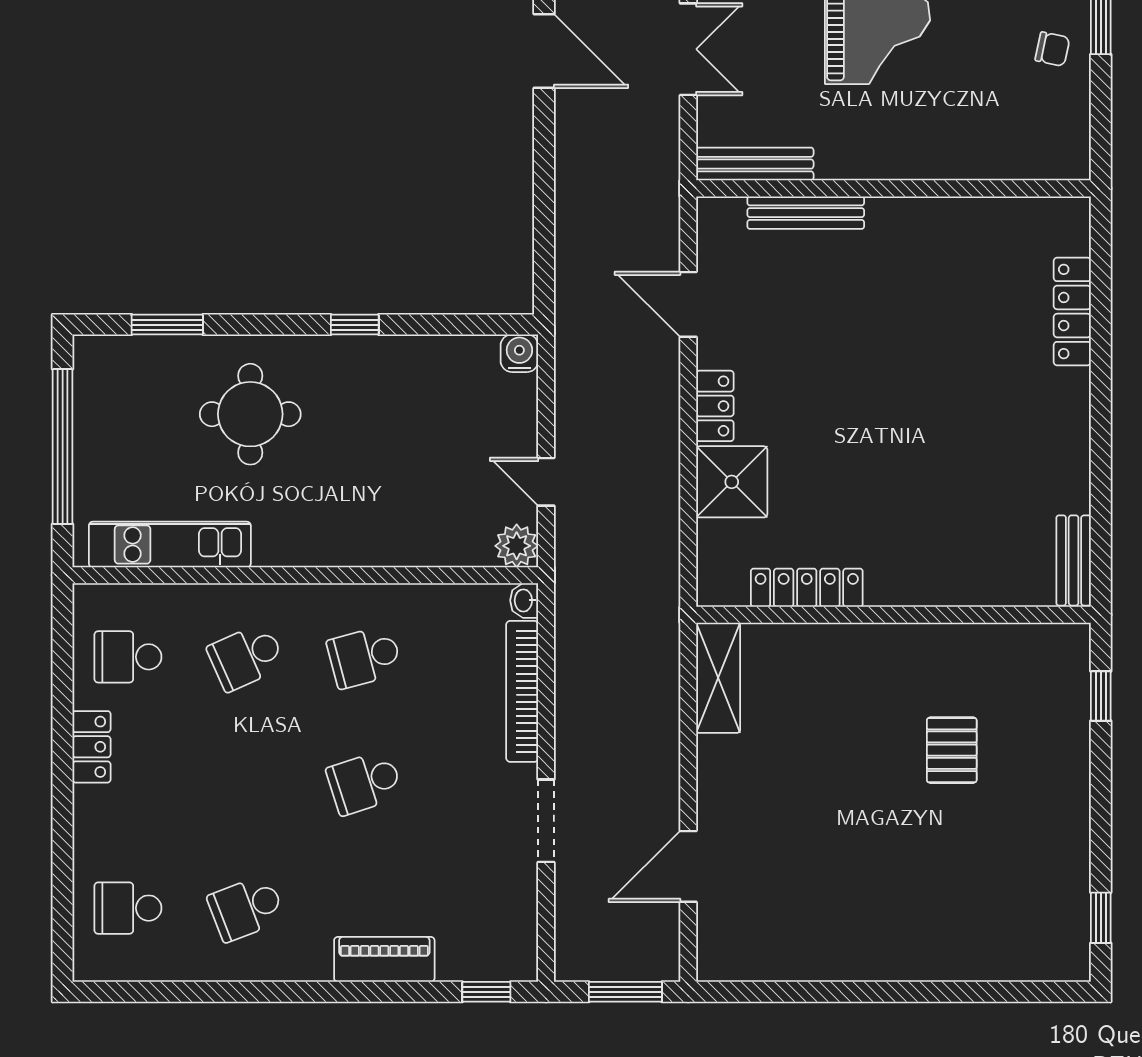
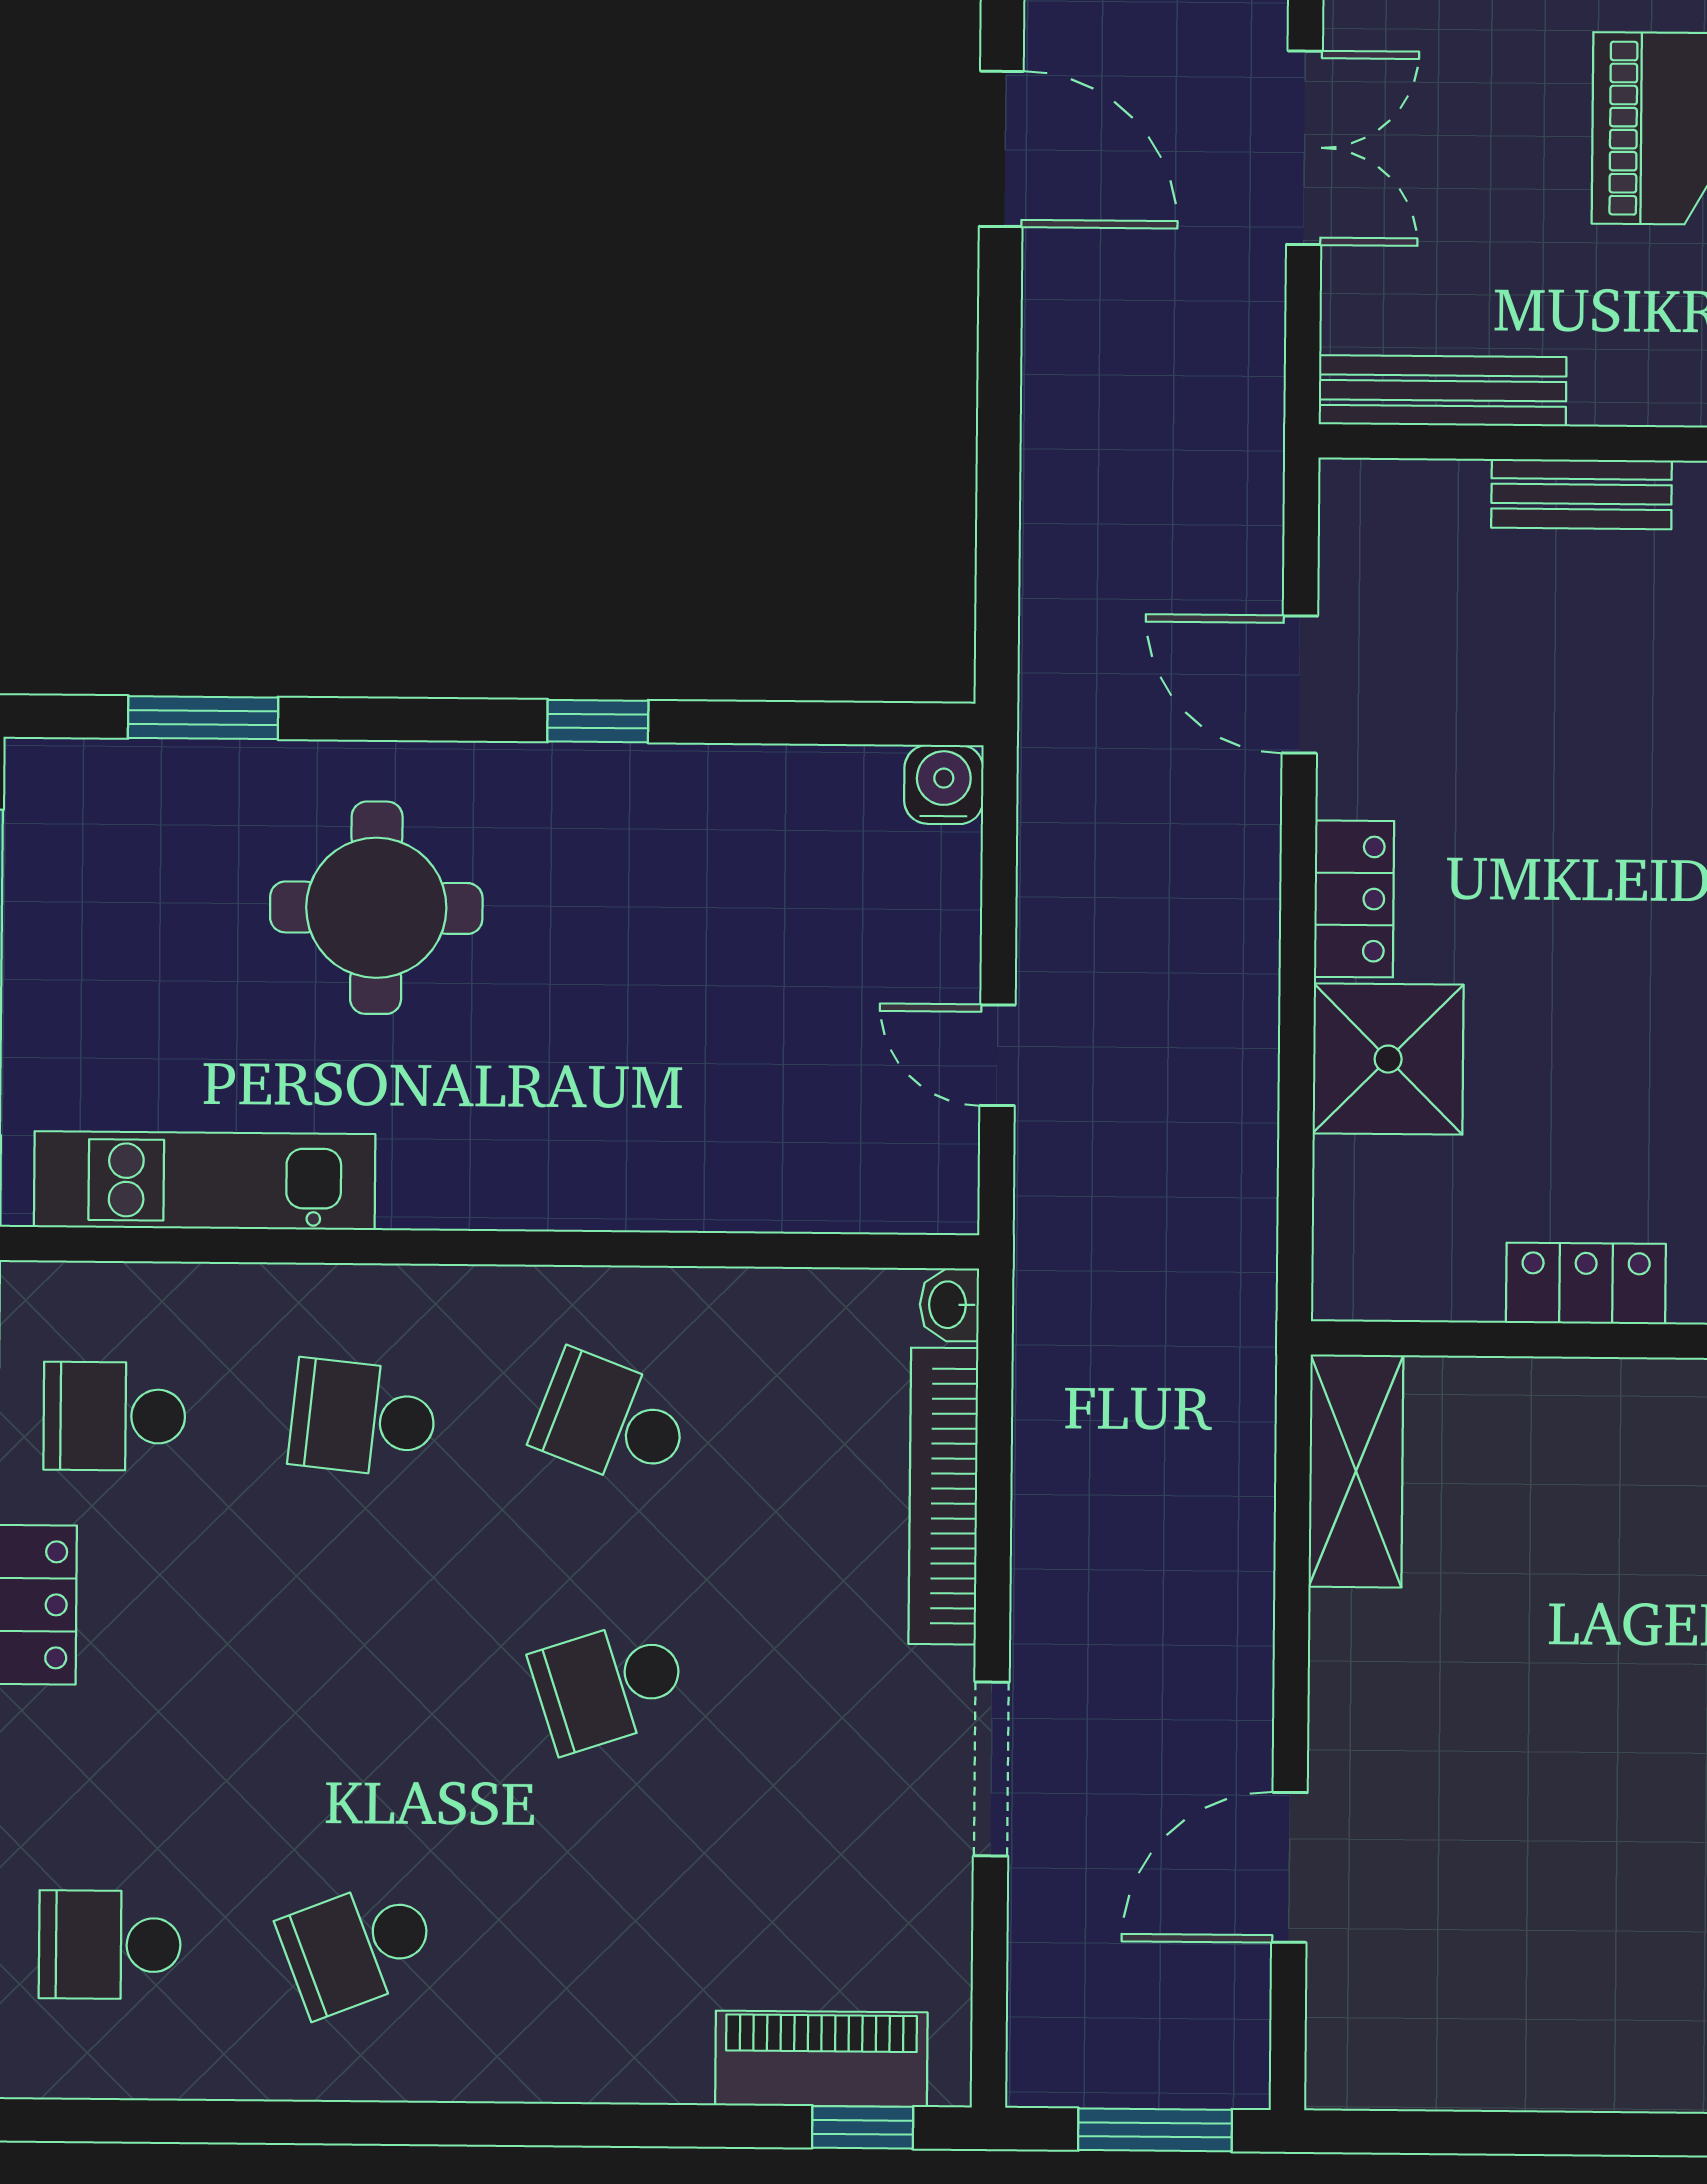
bench: (806, 213) -> (1582, 494), width x0.73
plant: (517, 546) -> (934, 1189), removed
locker: (807, 588) -> (1586, 1283), width x0.66
school desk: (246, 657) -> (363, 1418), turned 30
school desk: (364, 657) -> (612, 1421), turned 36
piano: (384, 959) -> (821, 2059), moved

